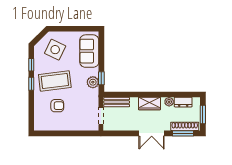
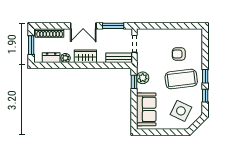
double door: (152, 133) -> (83, 26), swing flipped
window: (183, 133) -> (113, 26), moved

